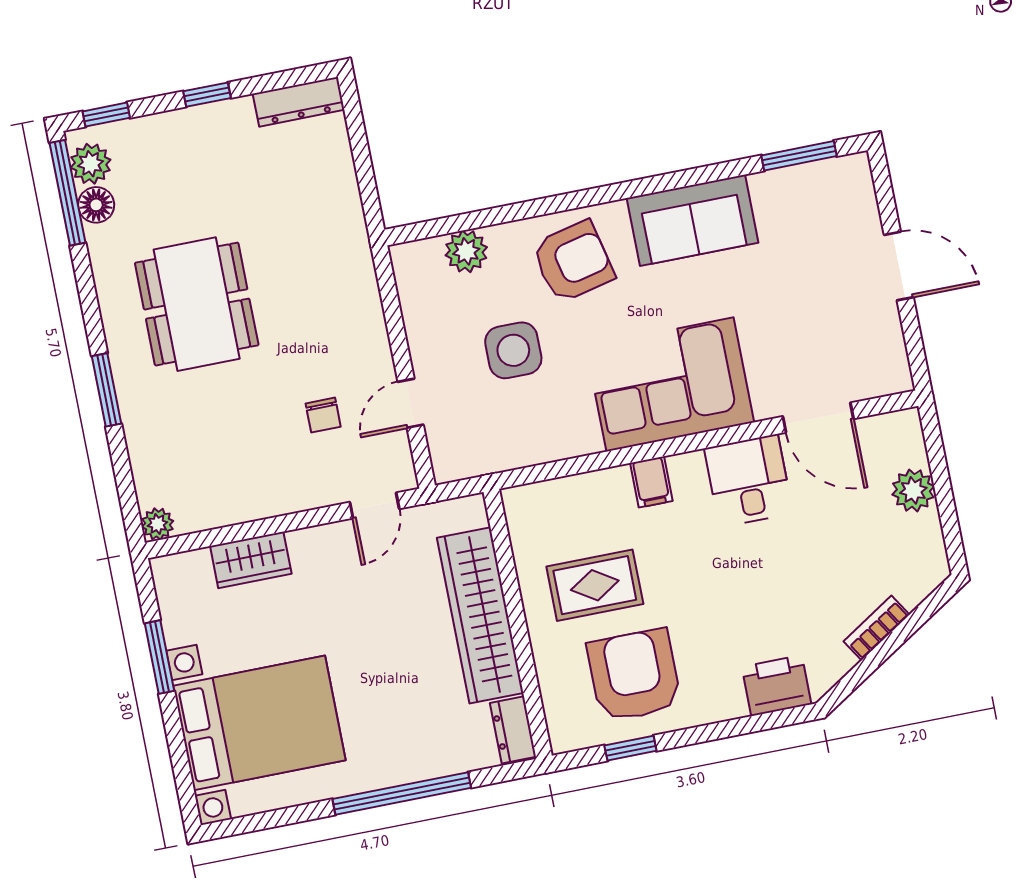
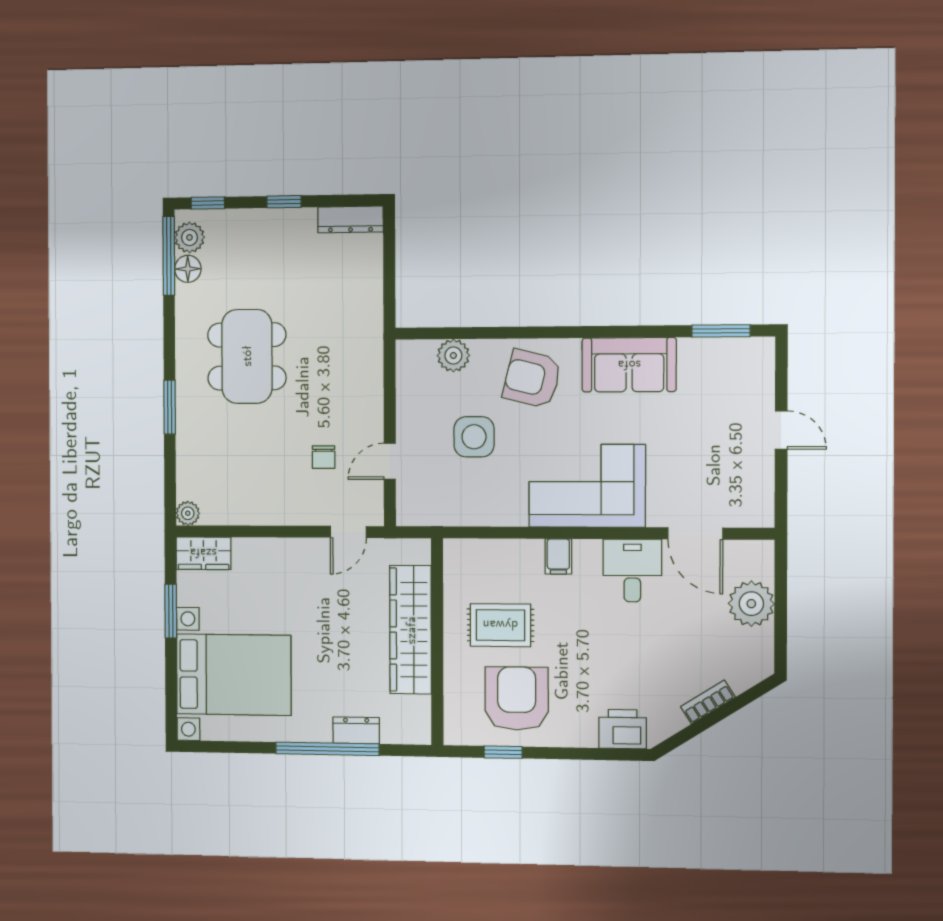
armchair: (573, 262) -> (532, 379), turned -153
door: (899, 266) -> (781, 430), width x0.73
plant: (913, 490) -> (751, 604), width x1.36, depth x1.36
wardrobe: (251, 560) -> (203, 553), moved
dresser: (513, 730) -> (356, 730), moved, turned 90

